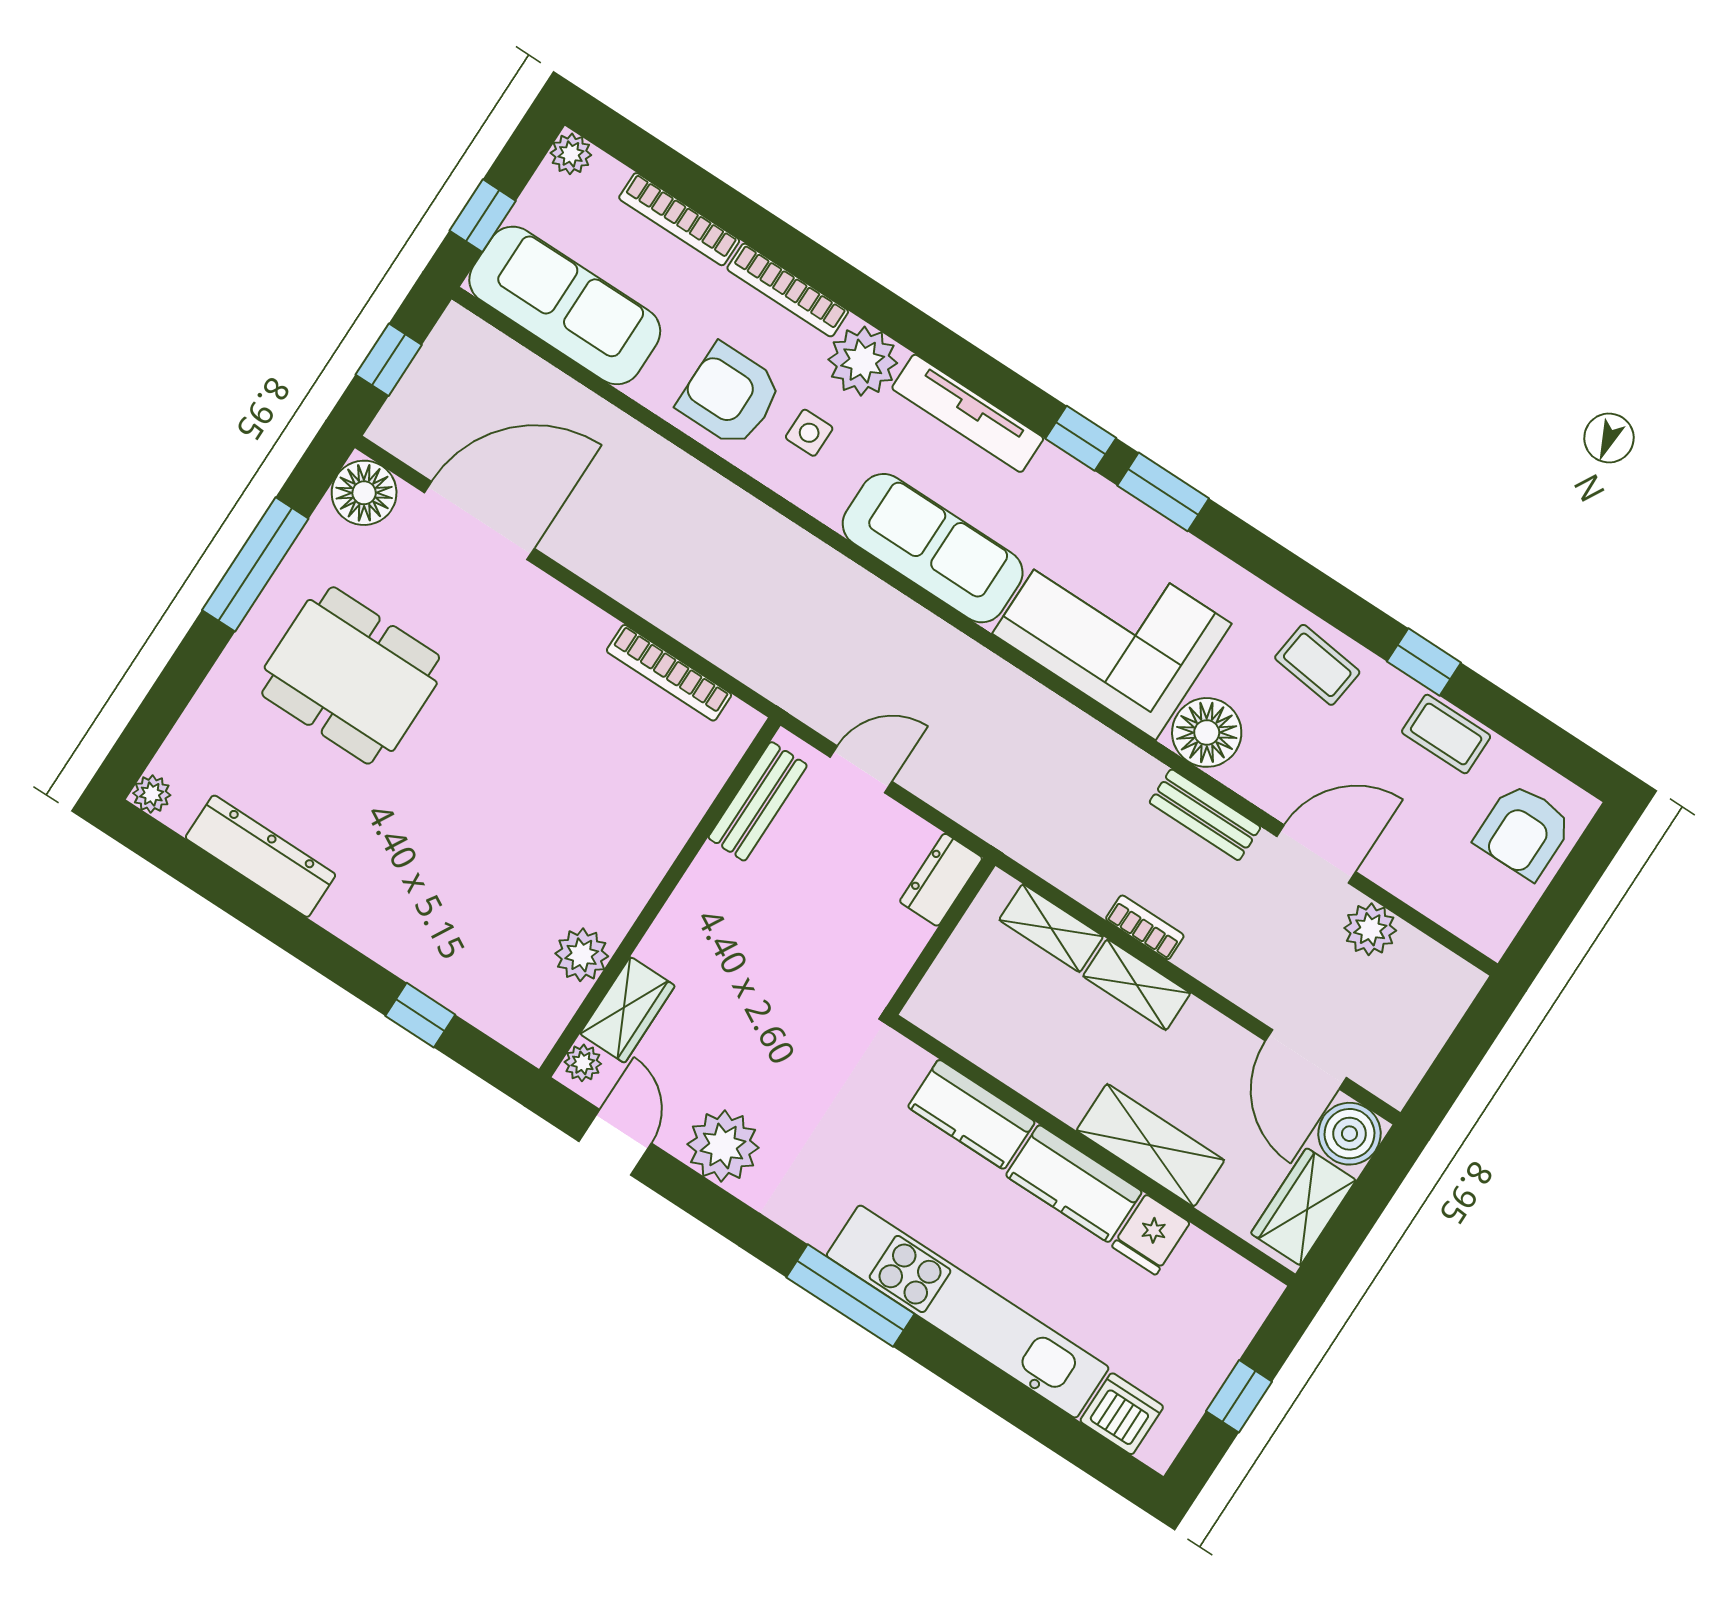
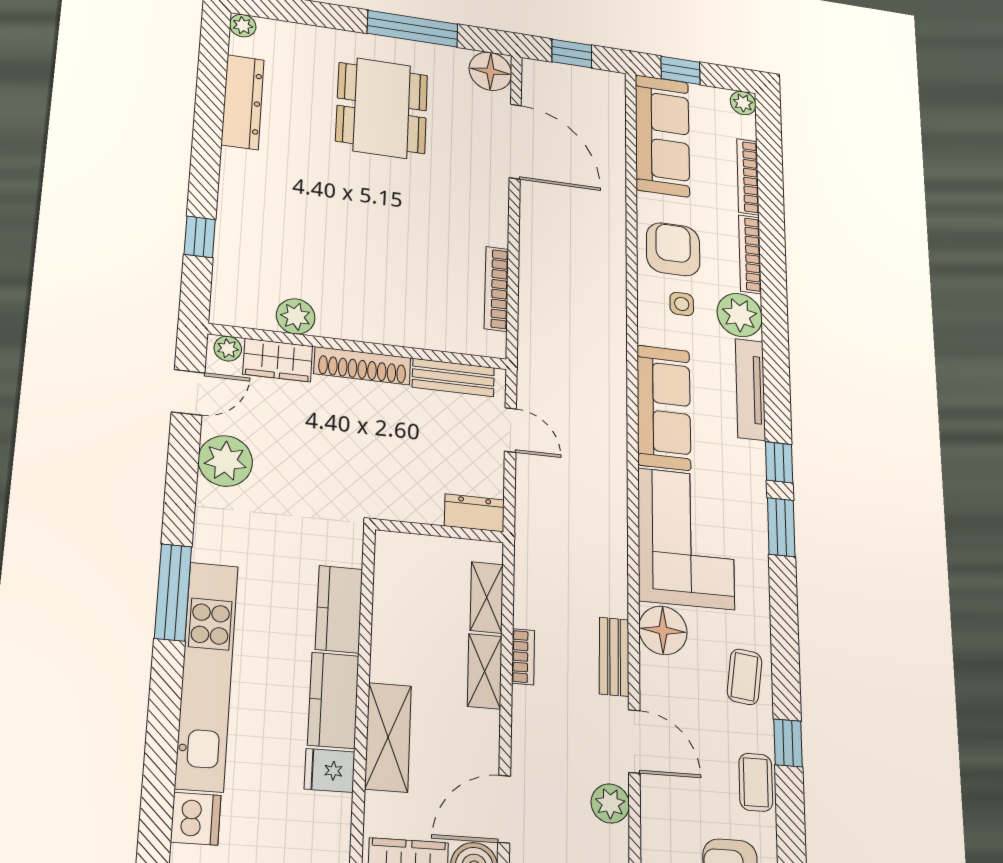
shoe rack: (686, 908) -> (362, 366), added

